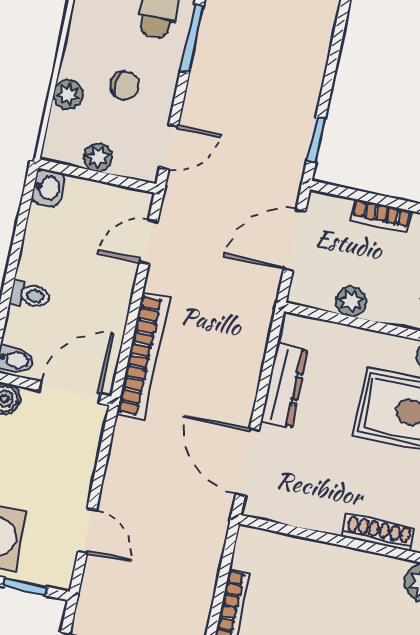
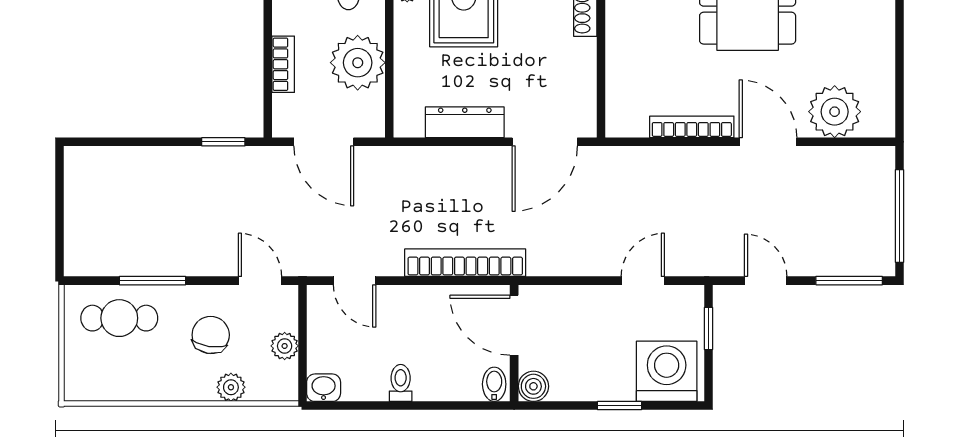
chair: (125, 86) -> (211, 335), width x1.37, depth x1.37
toilet: (30, 295) -> (401, 383), moved
plant: (351, 301) -> (358, 63), width x1.88, depth x1.88

